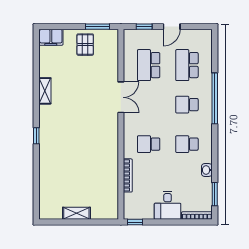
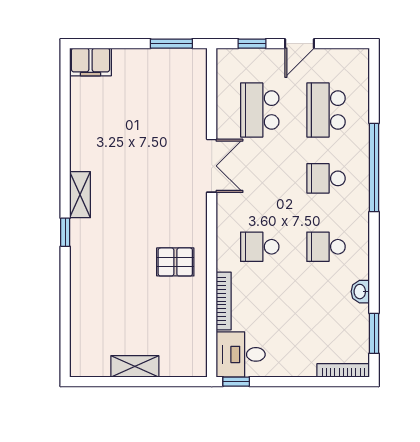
pallet: (85, 45) -> (175, 262), moved, turned 90
shelving: (45, 91) -> (80, 195), moved
desk: (168, 205) -> (241, 354), moved, turned 90

